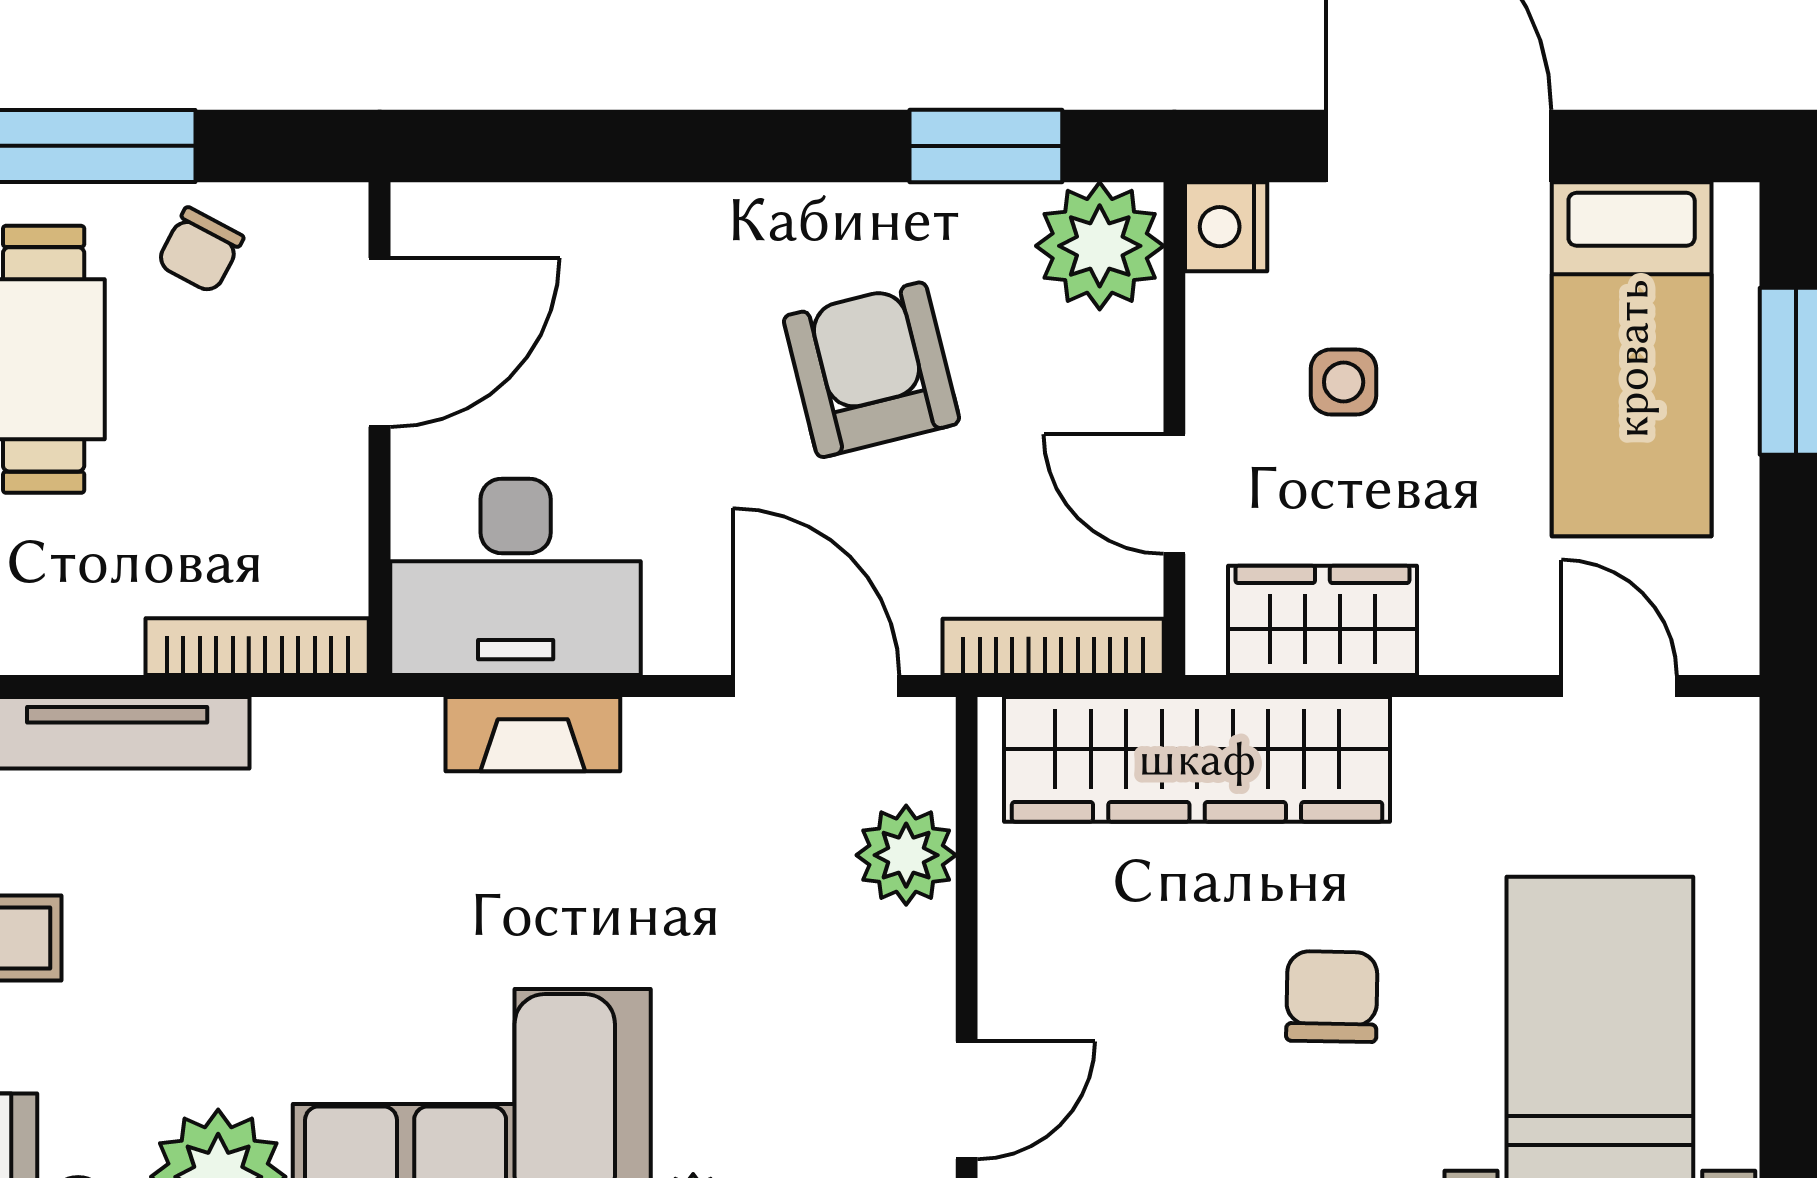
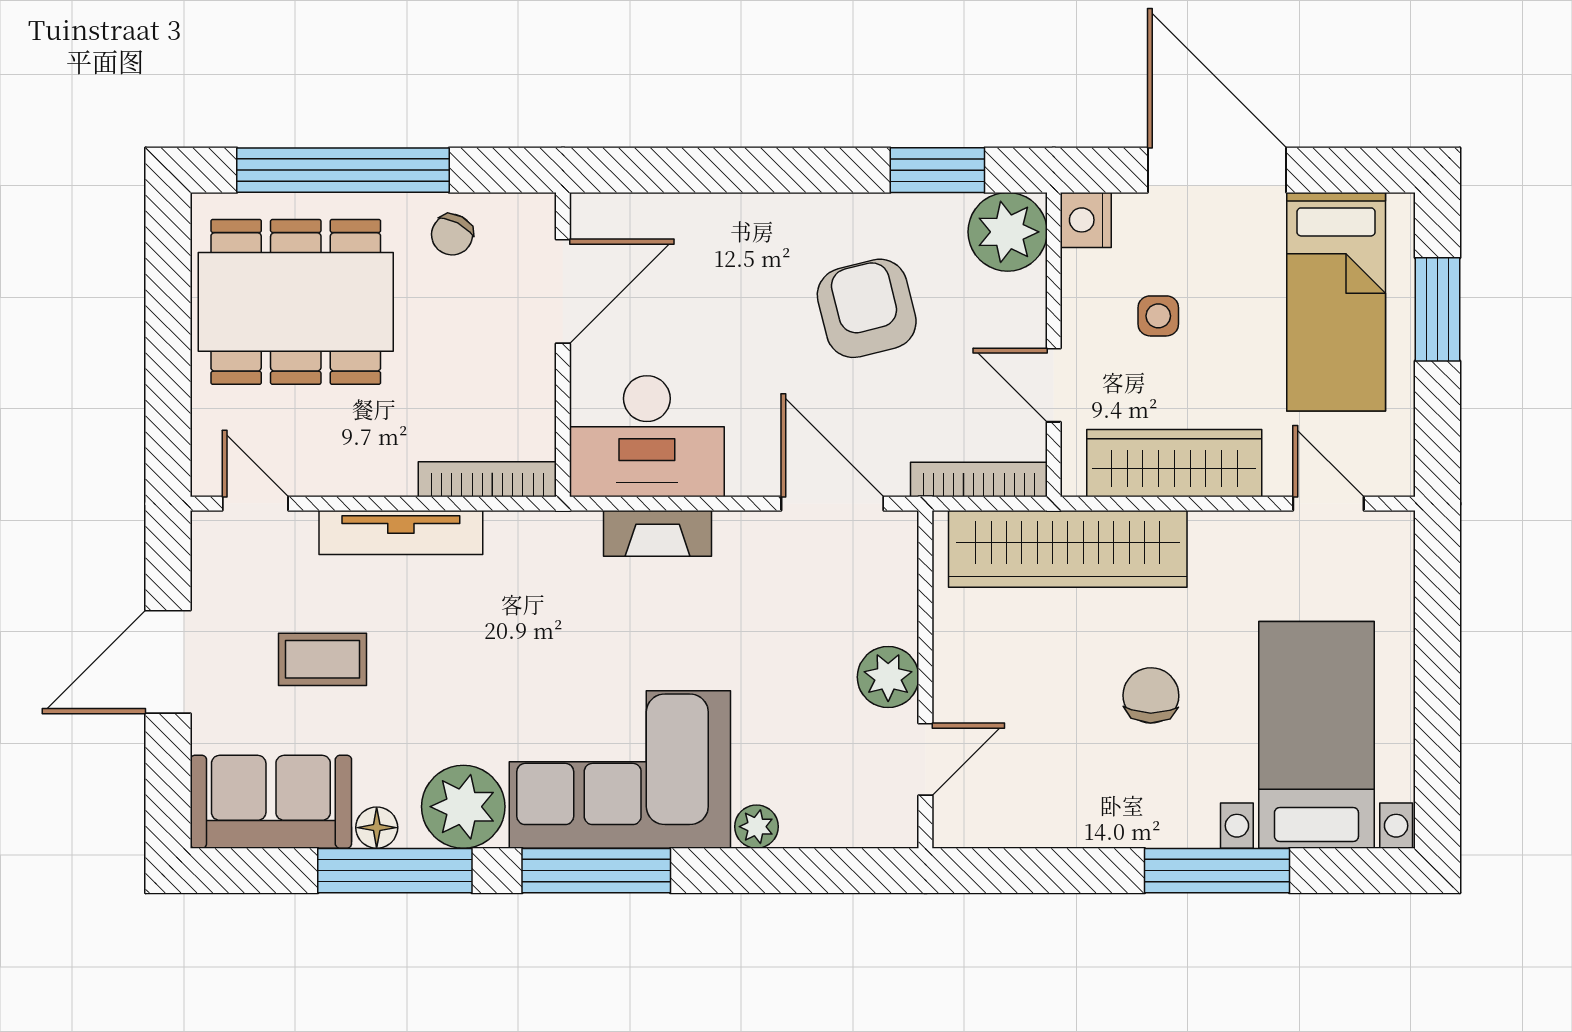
wardrobe: (1322, 620) -> (1174, 463), width x1.50
plant: (906, 855) -> (888, 677), moved

